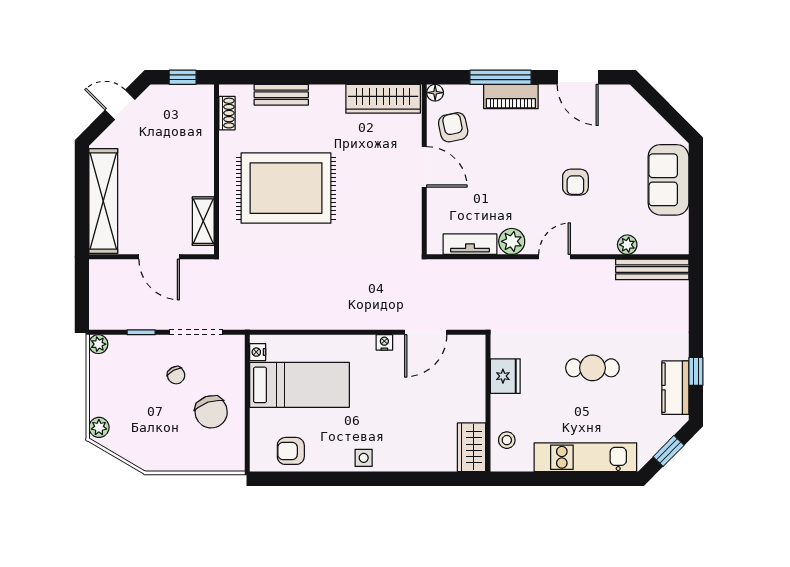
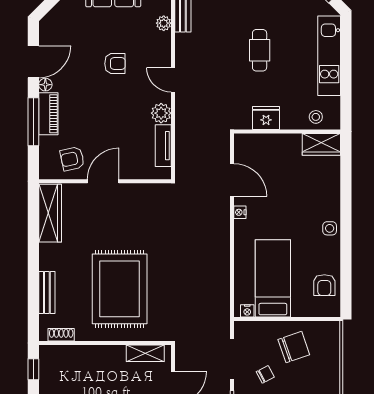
floor lamp: (435, 93) -> (45, 85), moved

